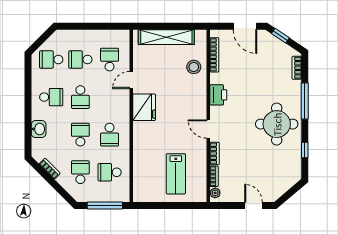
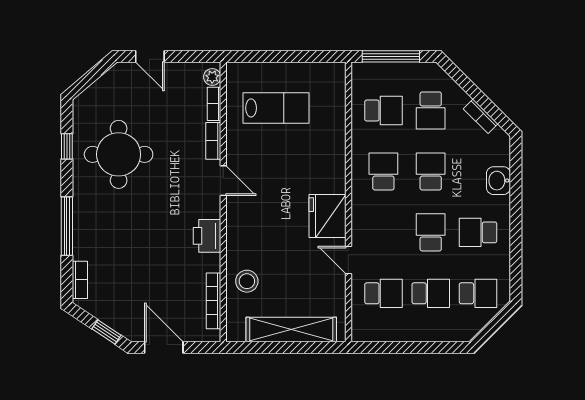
school desk: (110, 60) -> (383, 293), turned -90
door: (131, 80) -> (348, 260), swing flipped
round table: (277, 124) -> (119, 154), moved
school desk: (80, 135) -> (431, 171), turned 180
lab bench: (176, 174) -> (276, 108), turned 90

